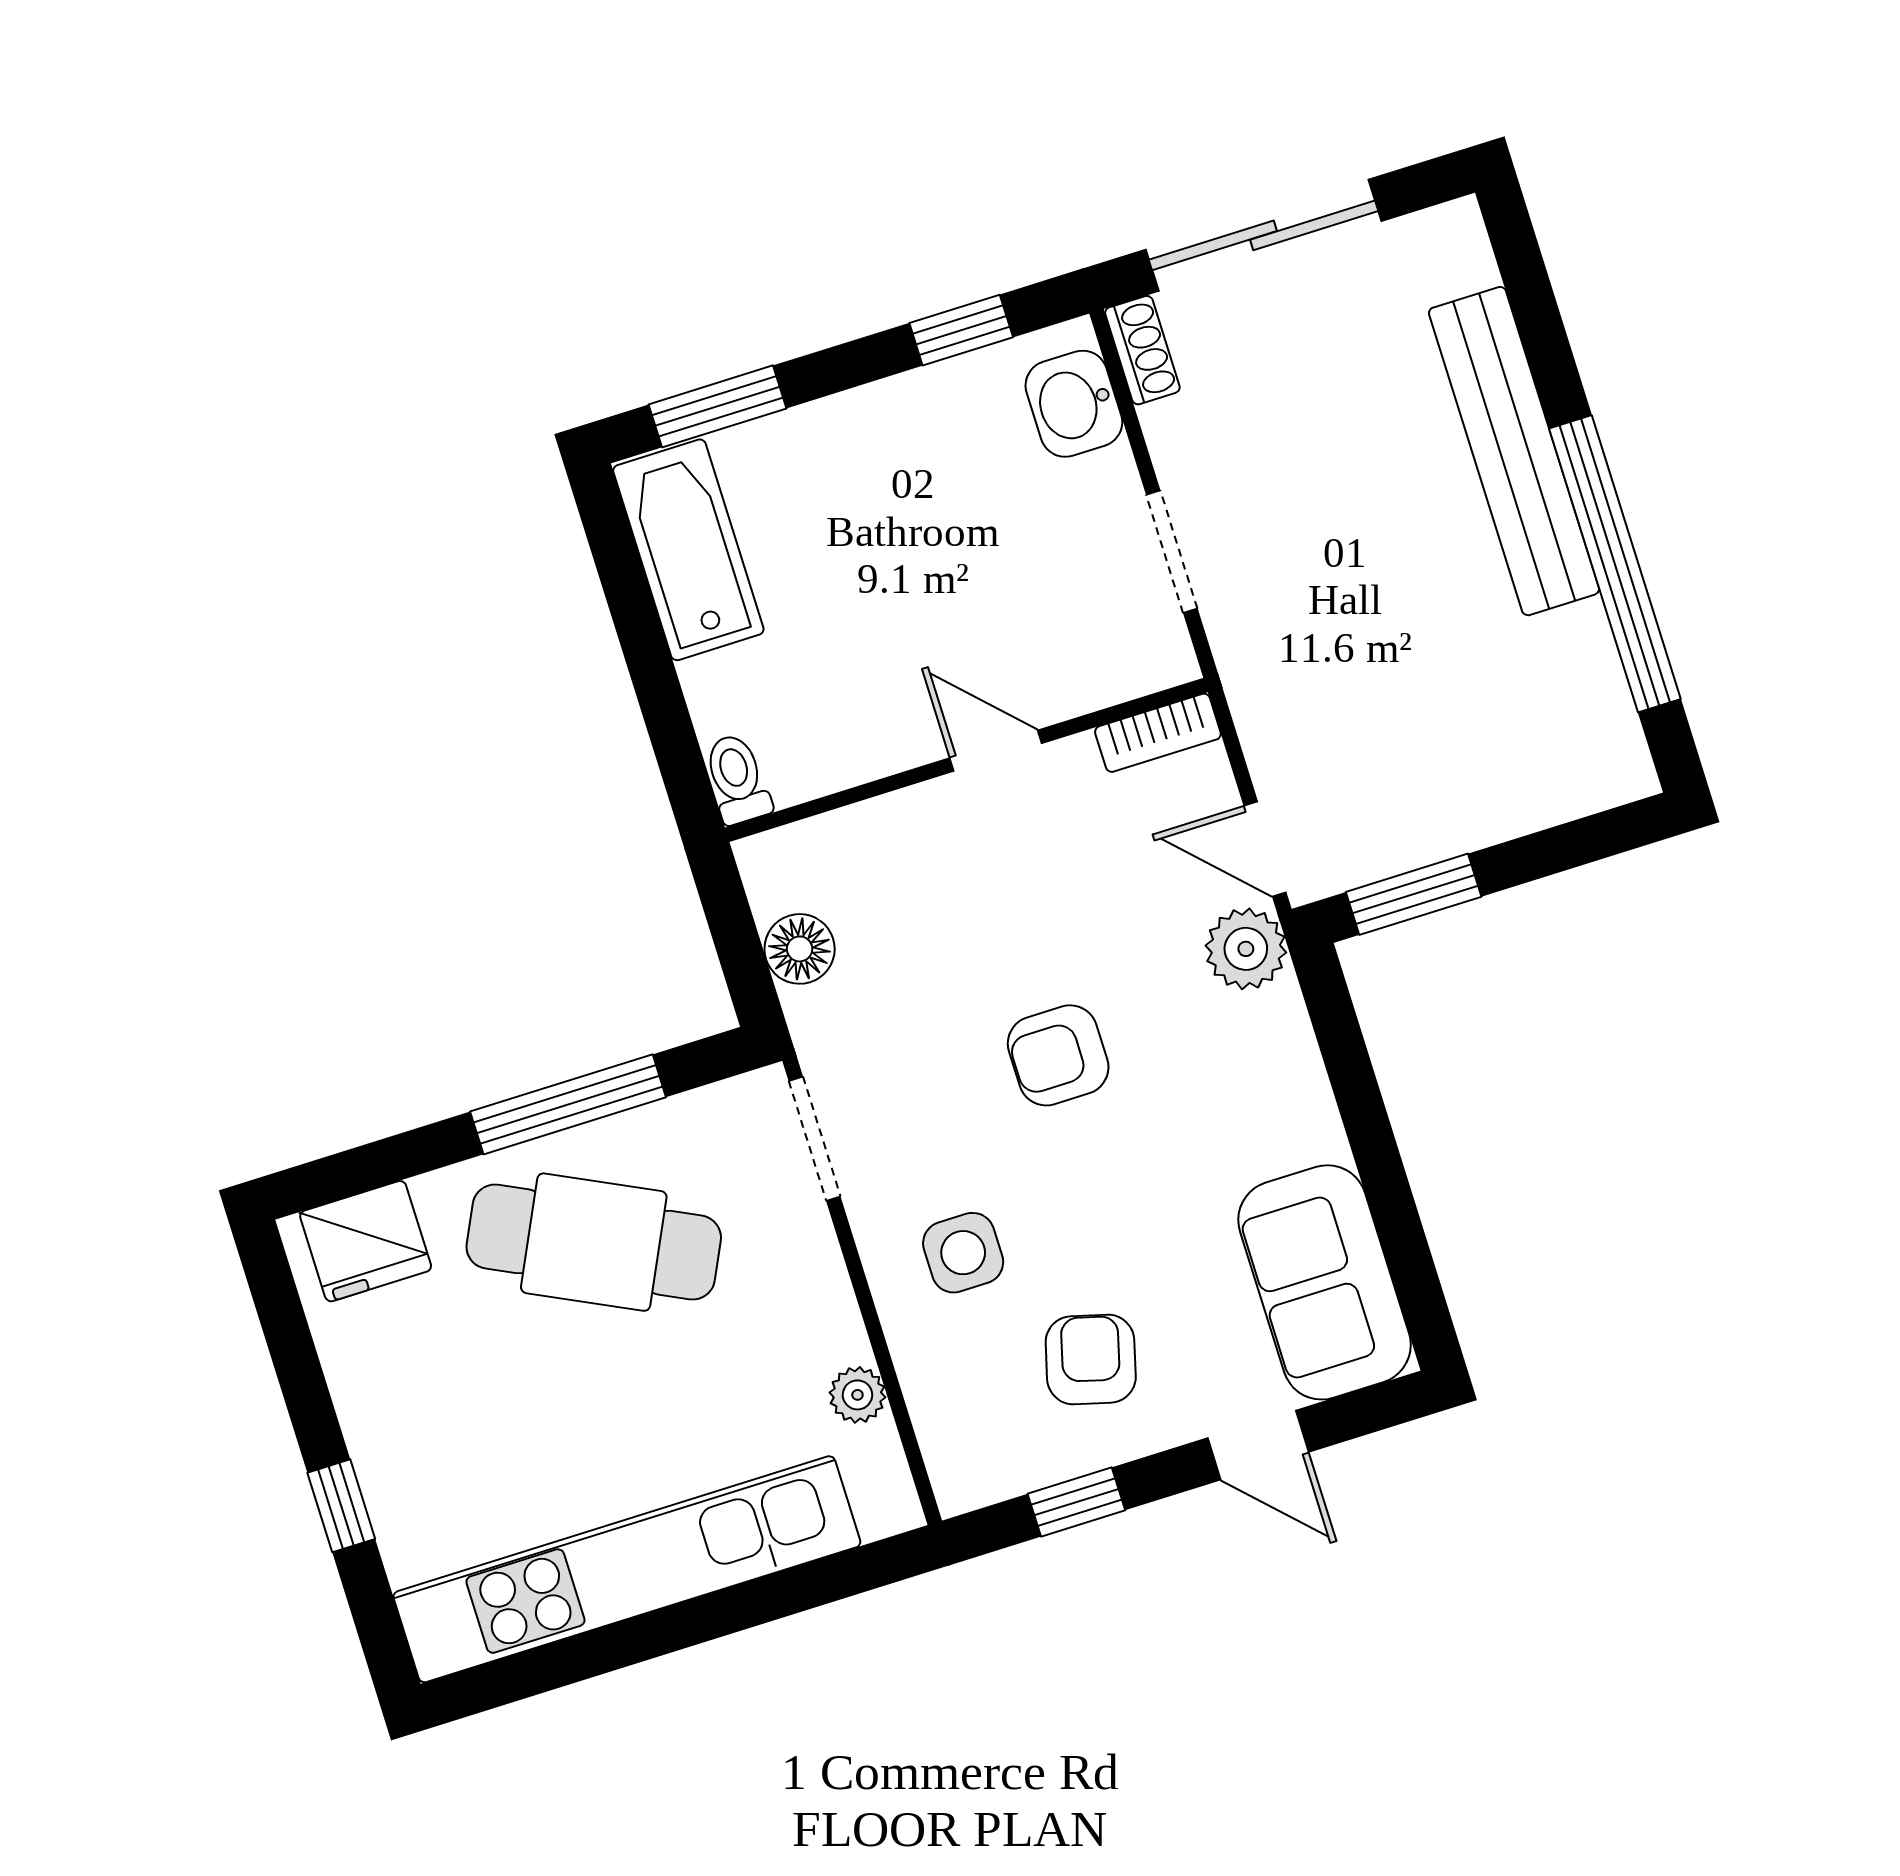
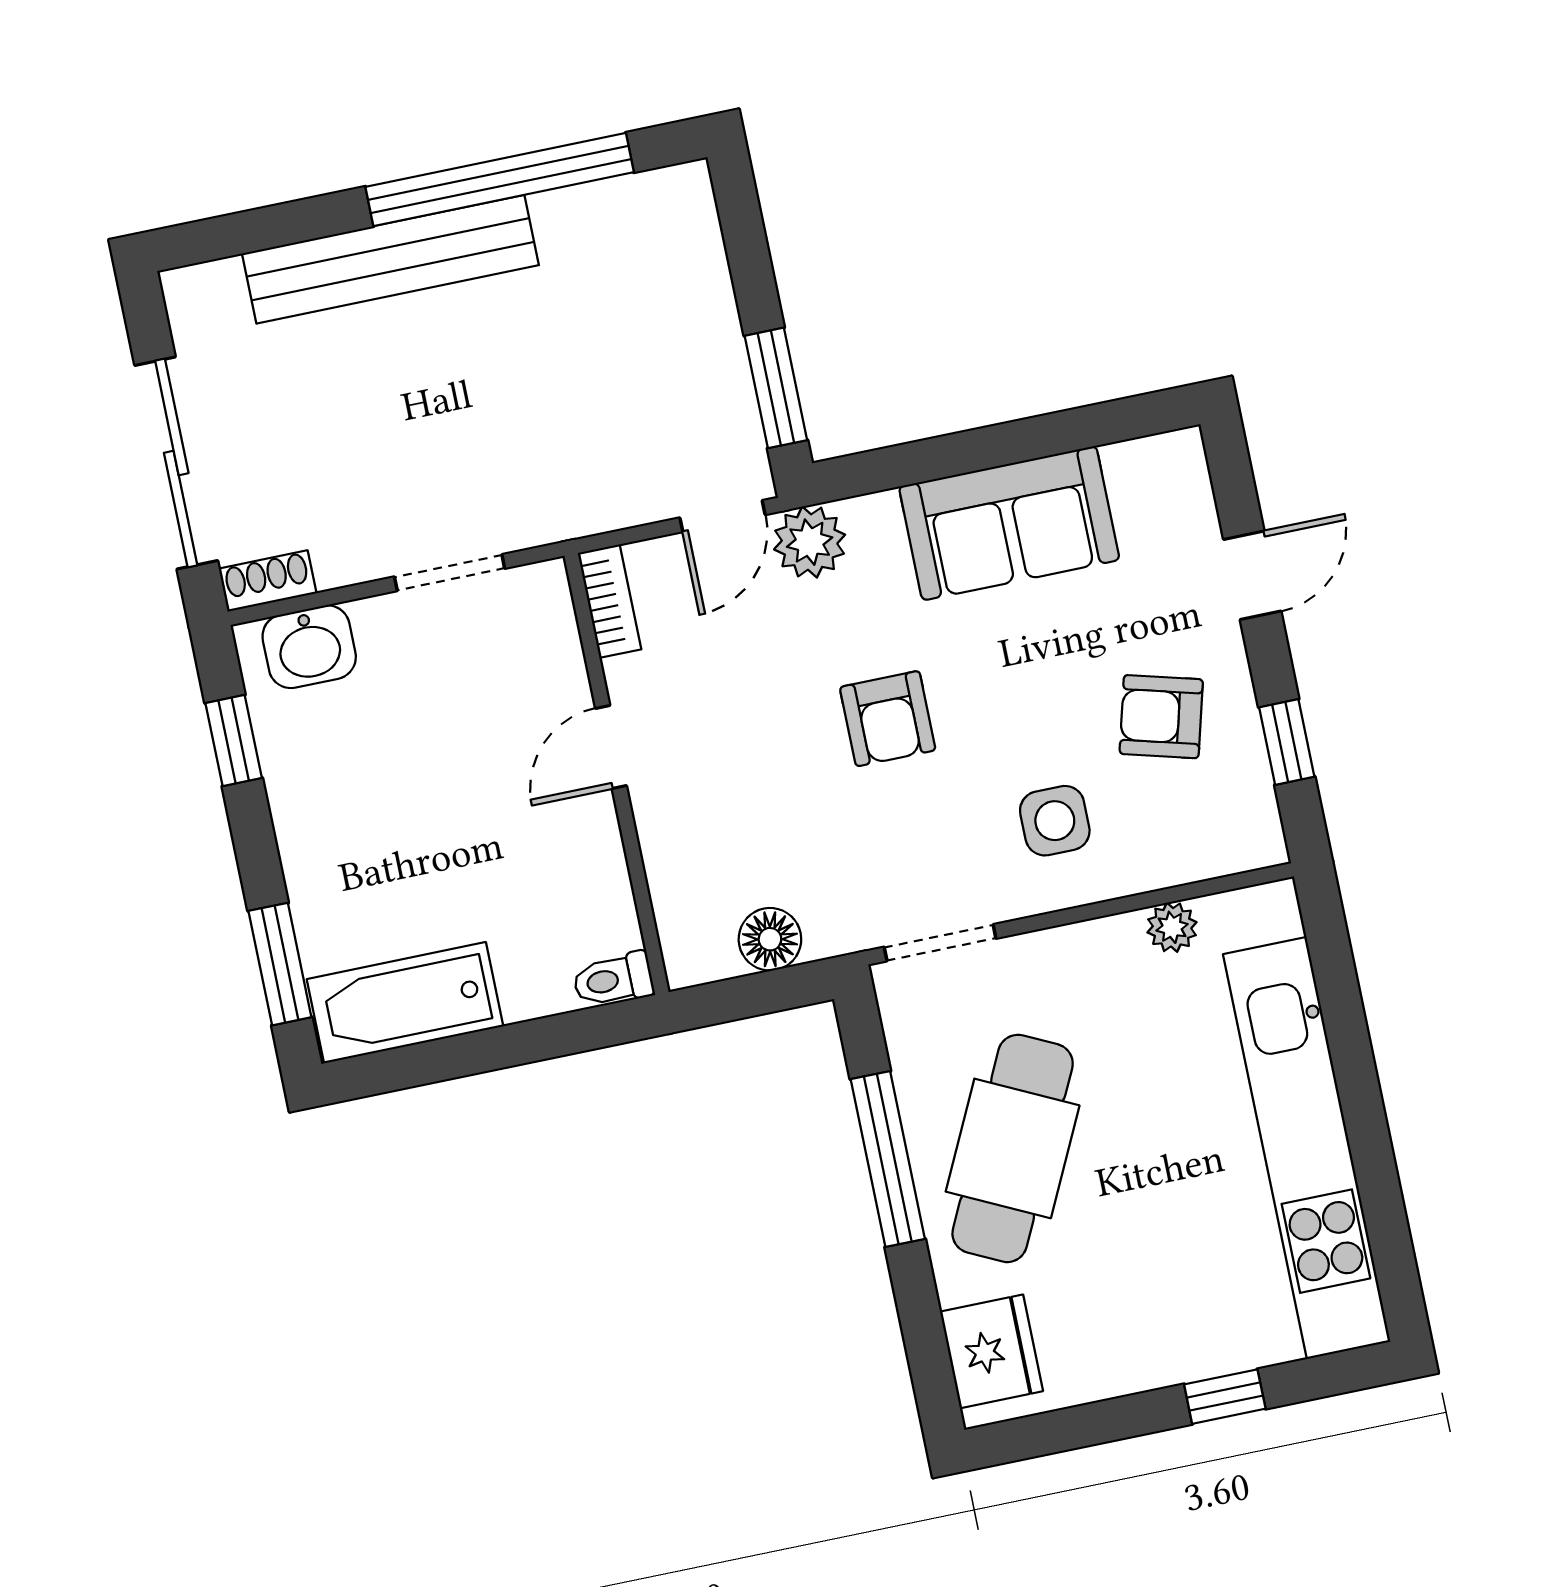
sofa: (1325, 1282) -> (1009, 523), moved

